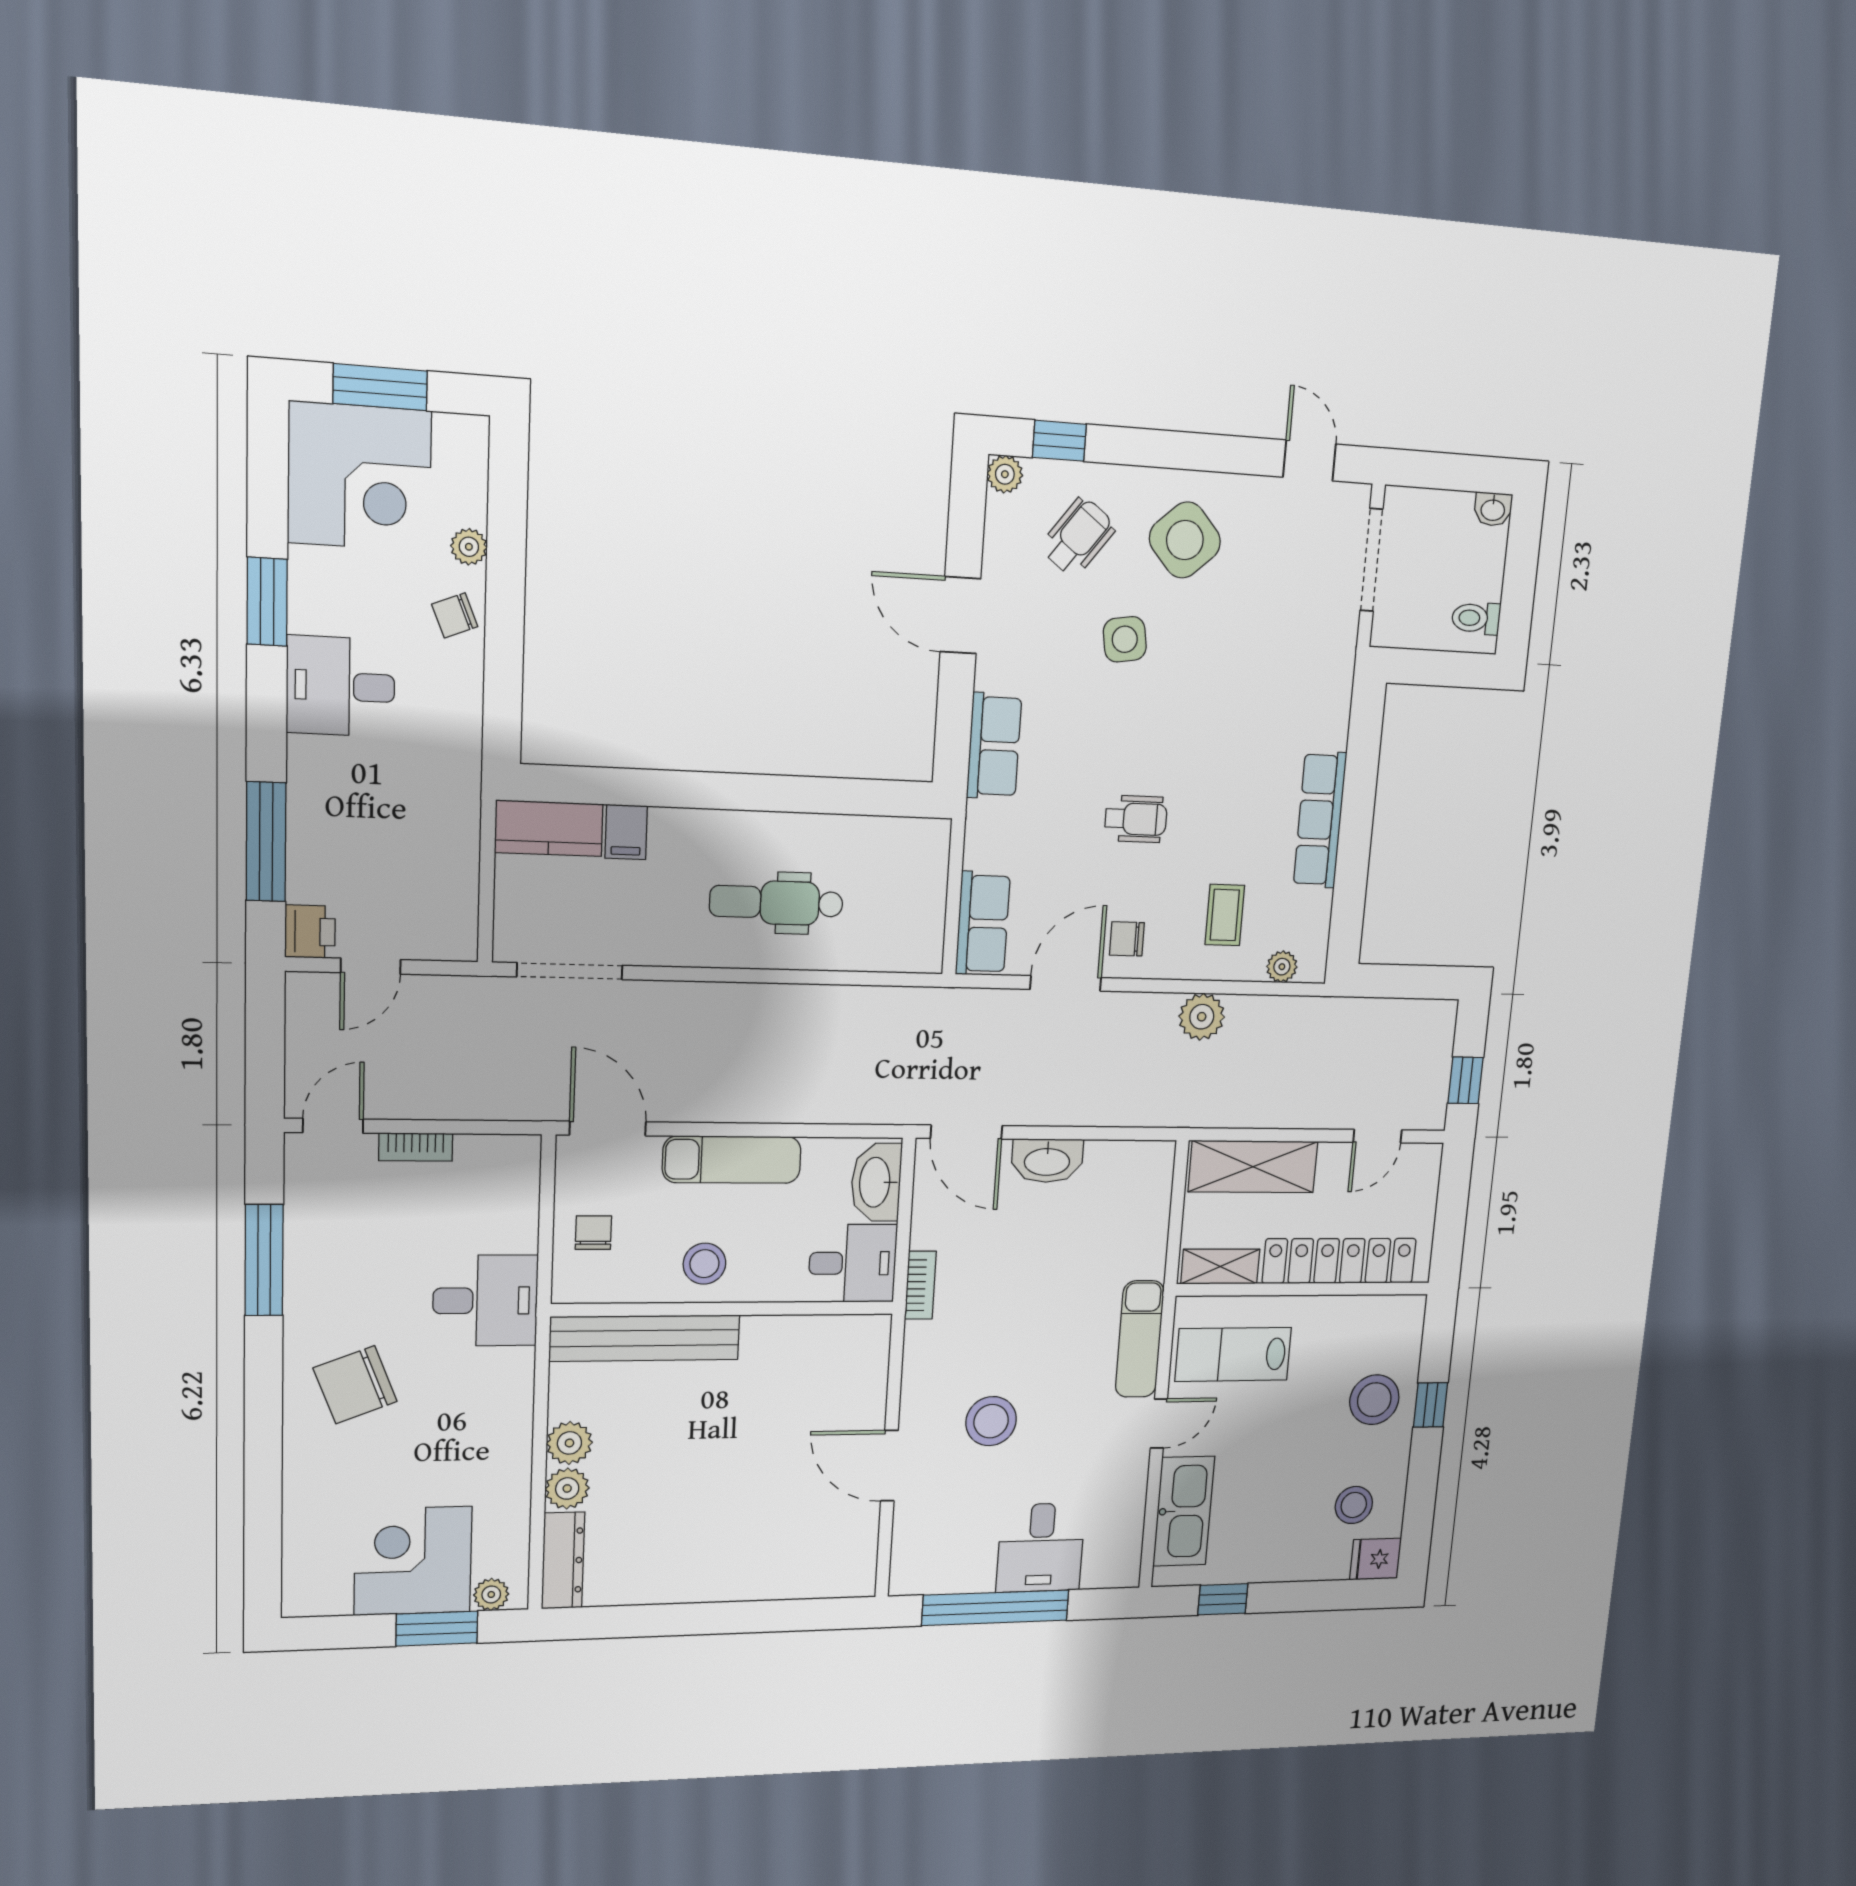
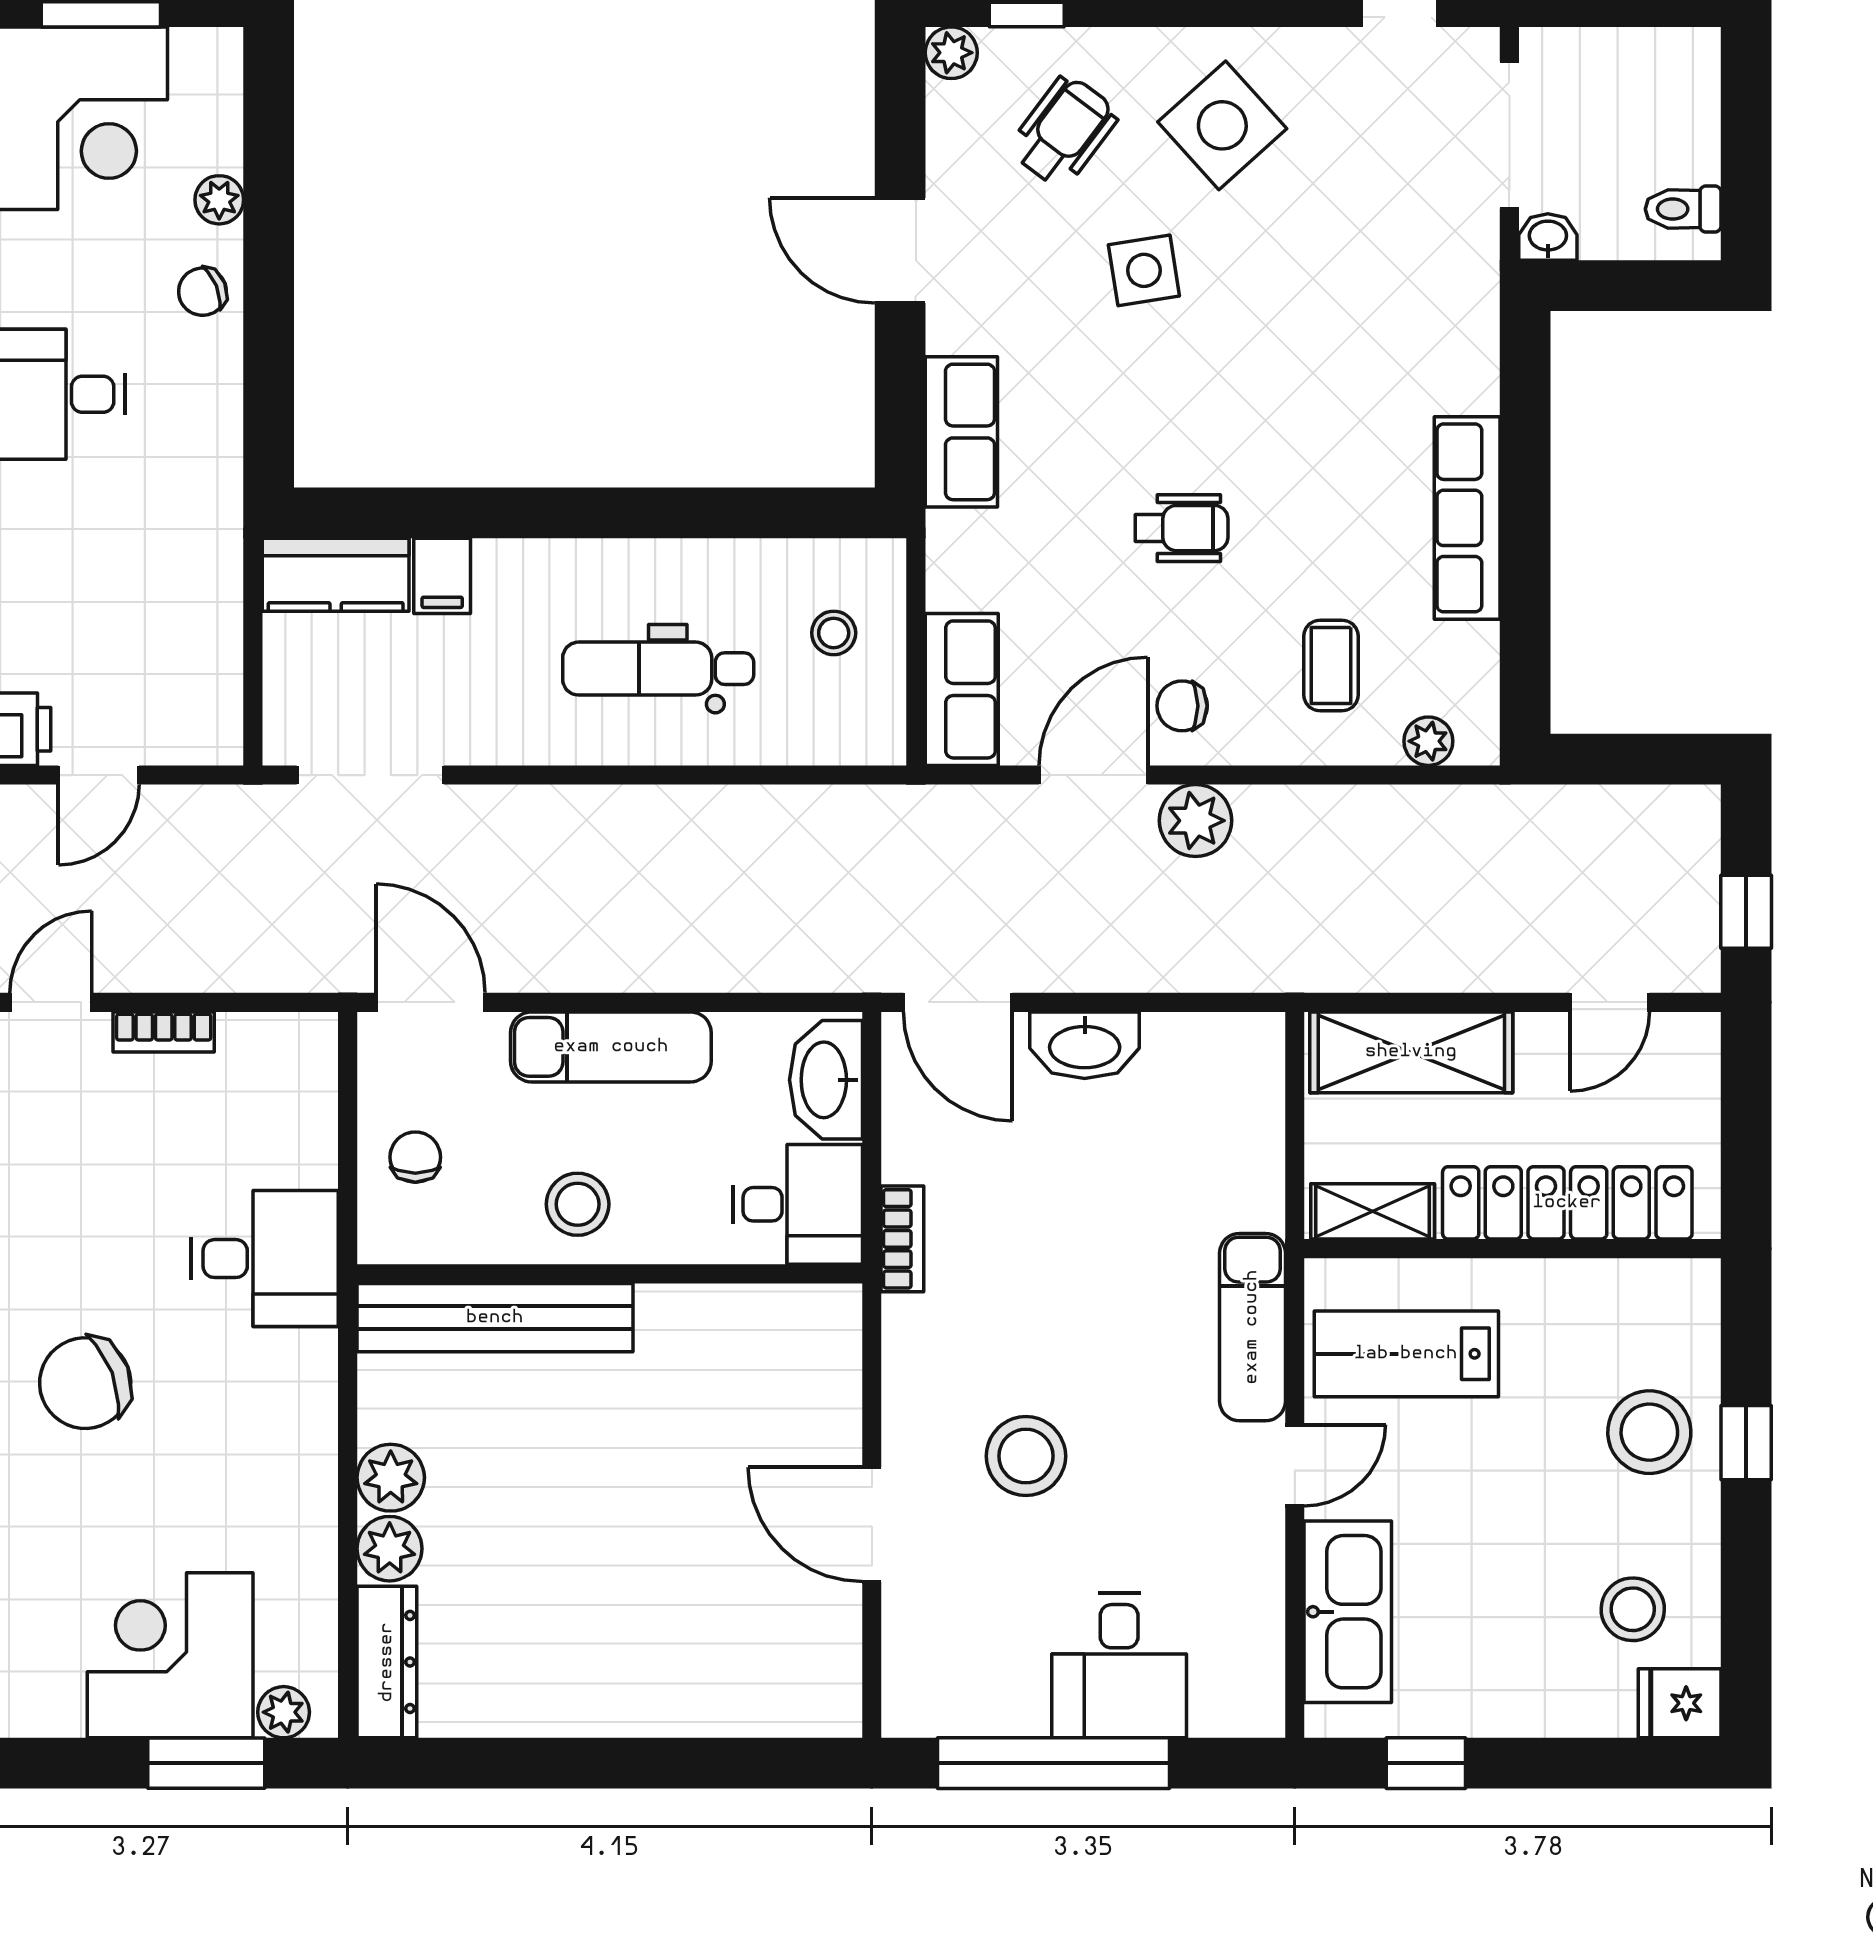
washbasin: (1493, 509) -> (1548, 237), moved, turned 180
stool: (899, 882) -> (834, 633), added
plant: (1202, 1017) -> (1196, 821), moved

